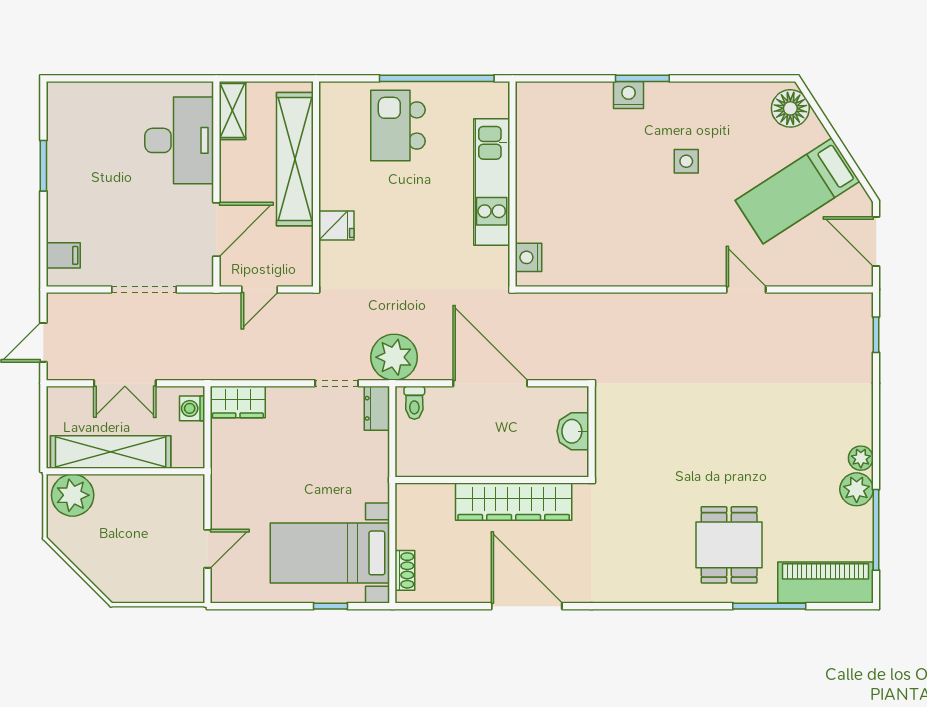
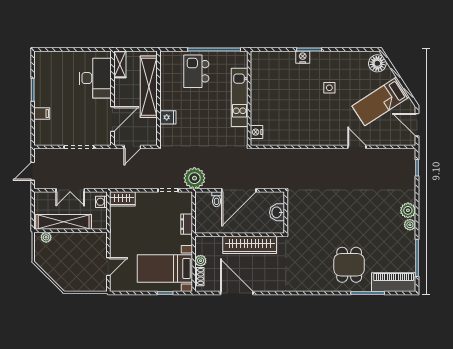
filing cabinet: (63, 255) -> (42, 114), moved
door: (490, 383) -> (239, 190), swing flipped
toilet: (414, 403) -> (217, 199), moved
dresser: (377, 408) -> (187, 224), moved
plant: (857, 489) -> (408, 210), moved
plant: (73, 495) -> (46, 237), width x0.53, depth x0.53
plant: (407, 536) -> (201, 261), added
door: (527, 606) -> (237, 293), moved

